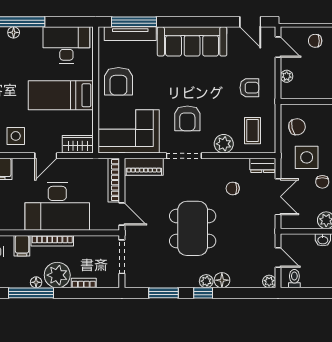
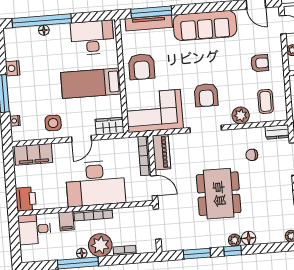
piano: (144, 167) -> (162, 152), moved, turned -90

